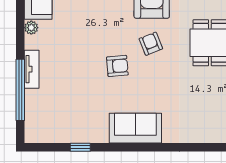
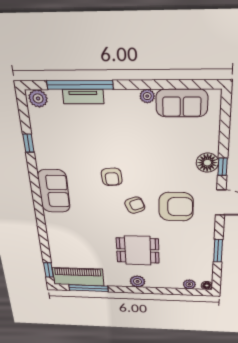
tv unit: (32, 69) -> (83, 97), moved
plant: (33, 131) -> (38, 98), added

